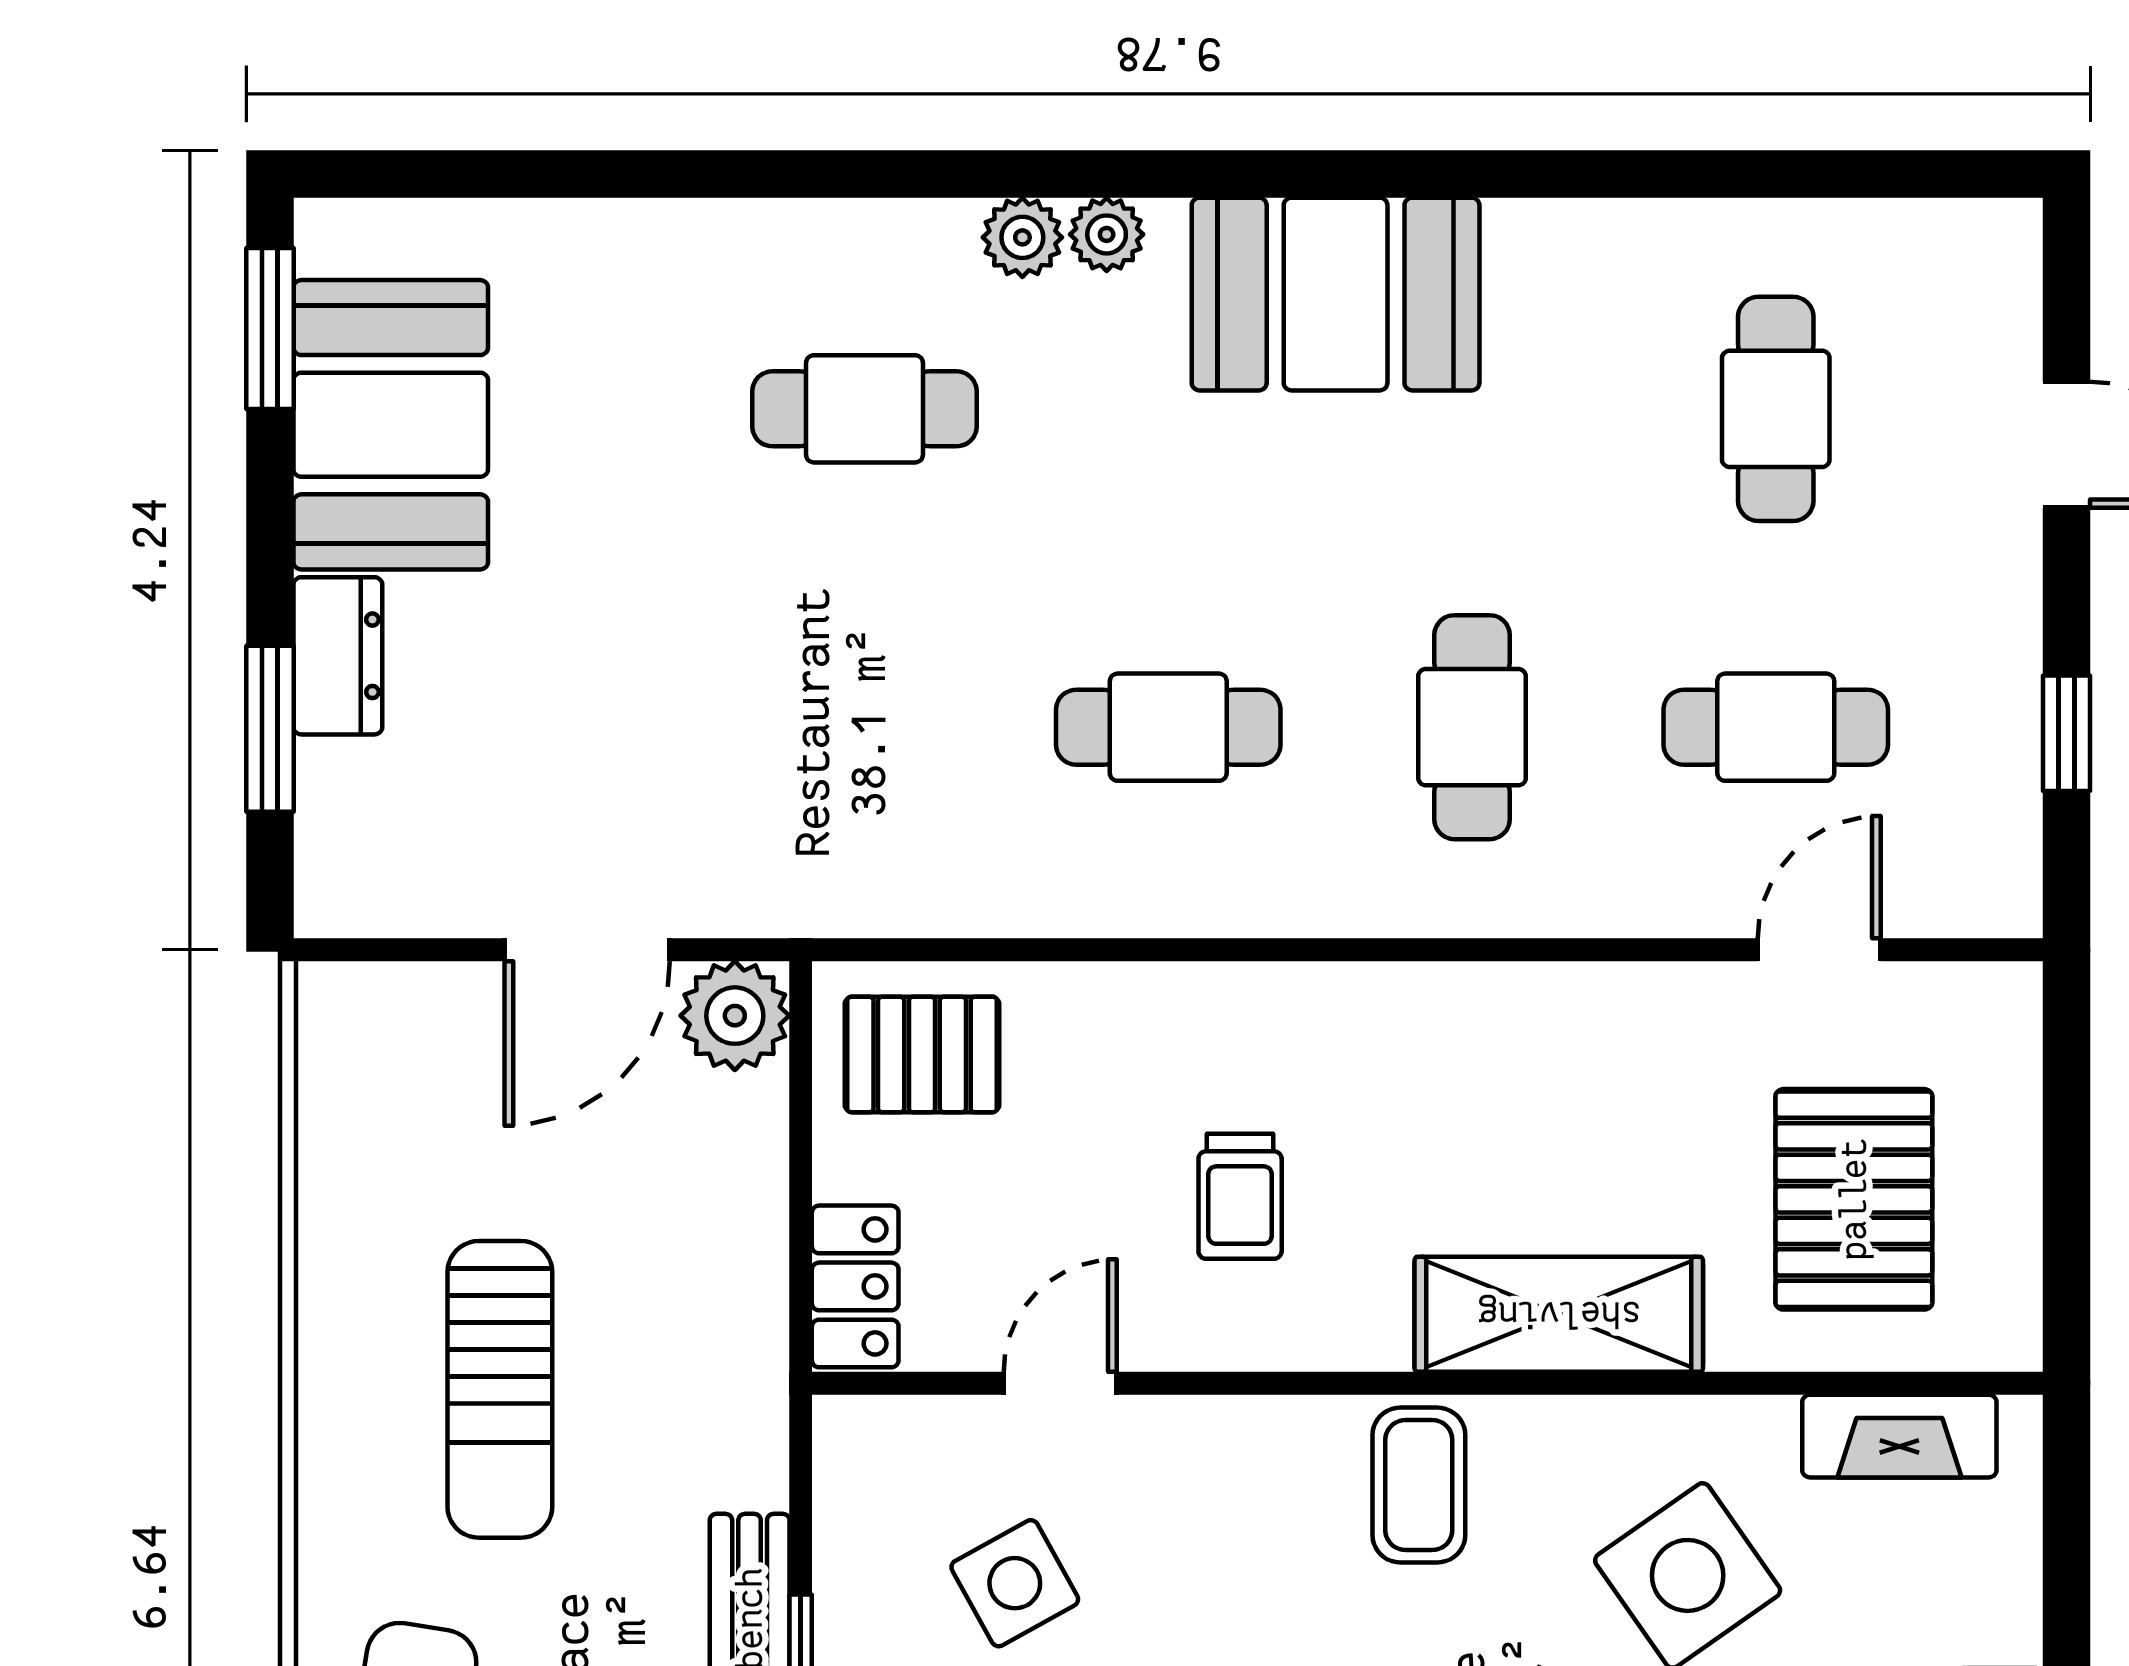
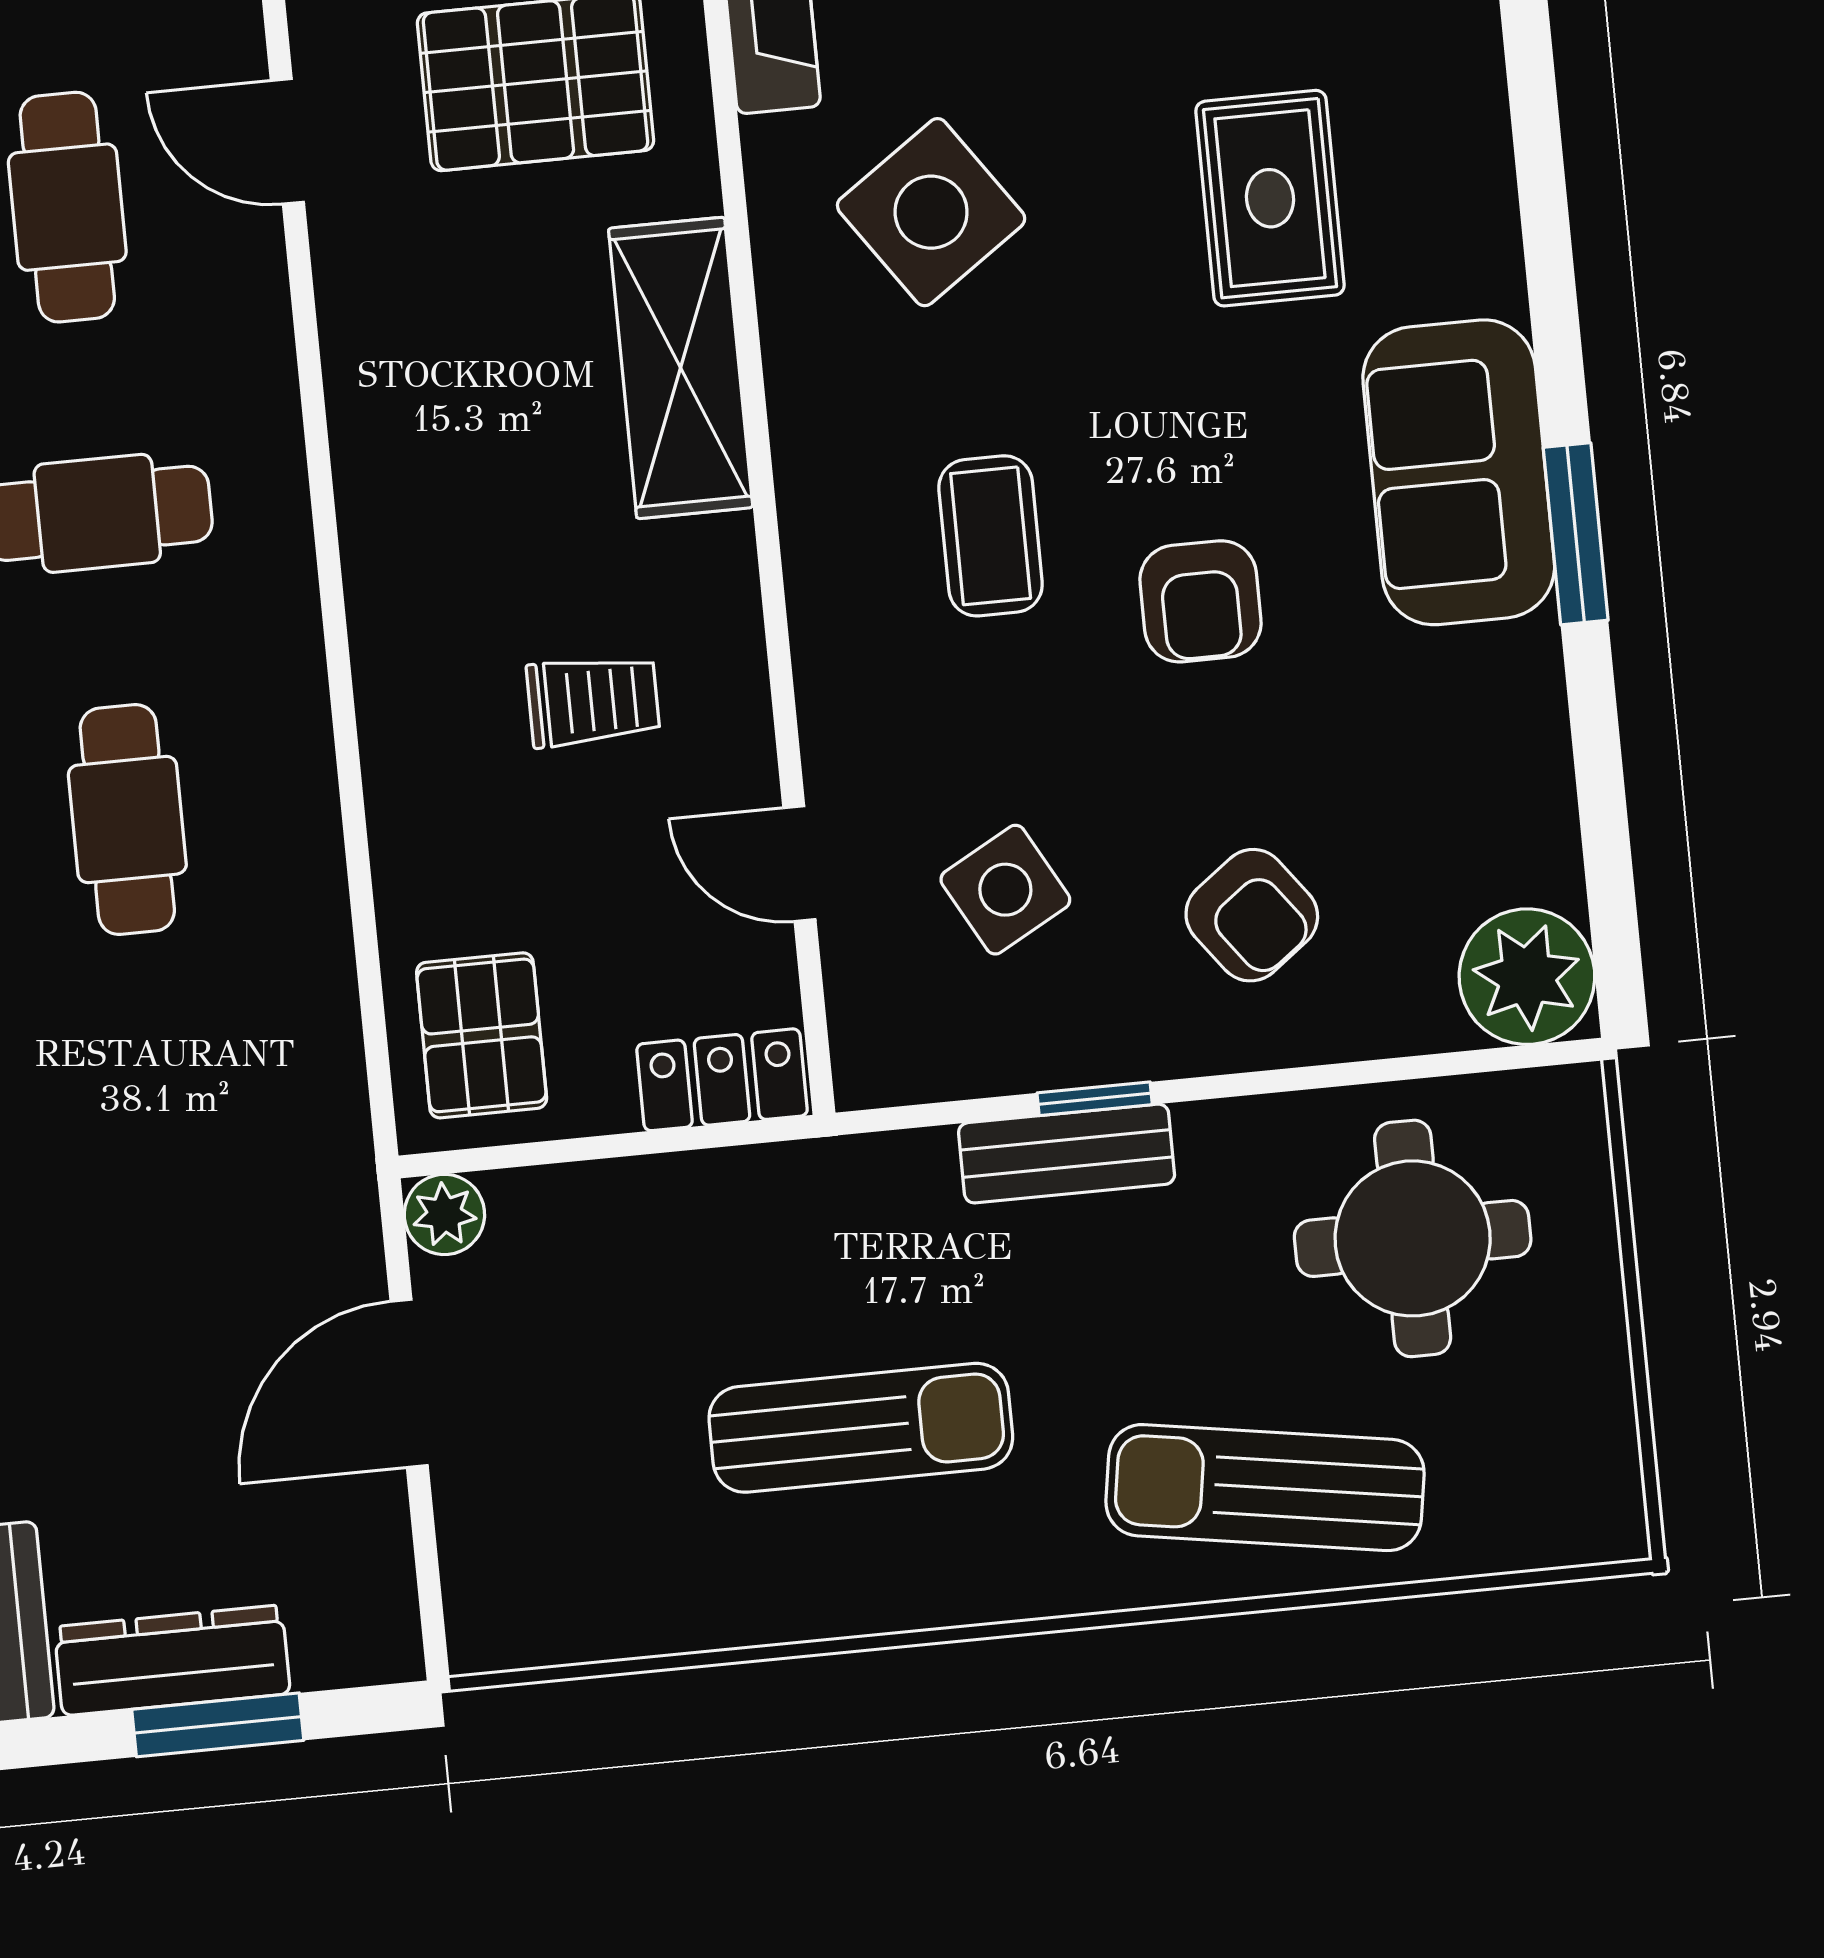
dresser: (338, 656) -> (172, 1660), width x1.44
door: (587, 950) -> (409, 1383), swing flipped
plant: (735, 1016) -> (444, 1214), width x0.73, depth x0.73
coffee table: (1419, 1485) -> (991, 536), moved, turned 90

